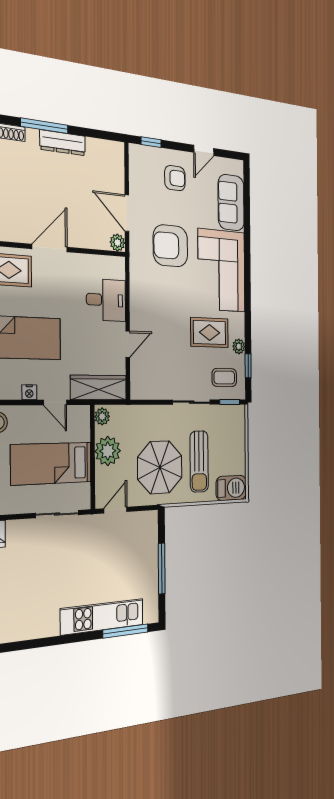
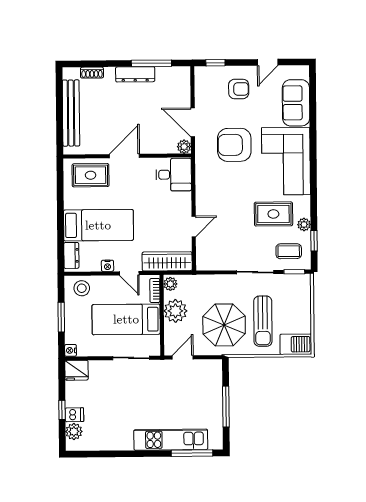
window: (44, 126) -> (151, 63), moved
desk: (106, 300) -> (174, 175), moved
bookcase: (85, 425) -> (155, 290), added

